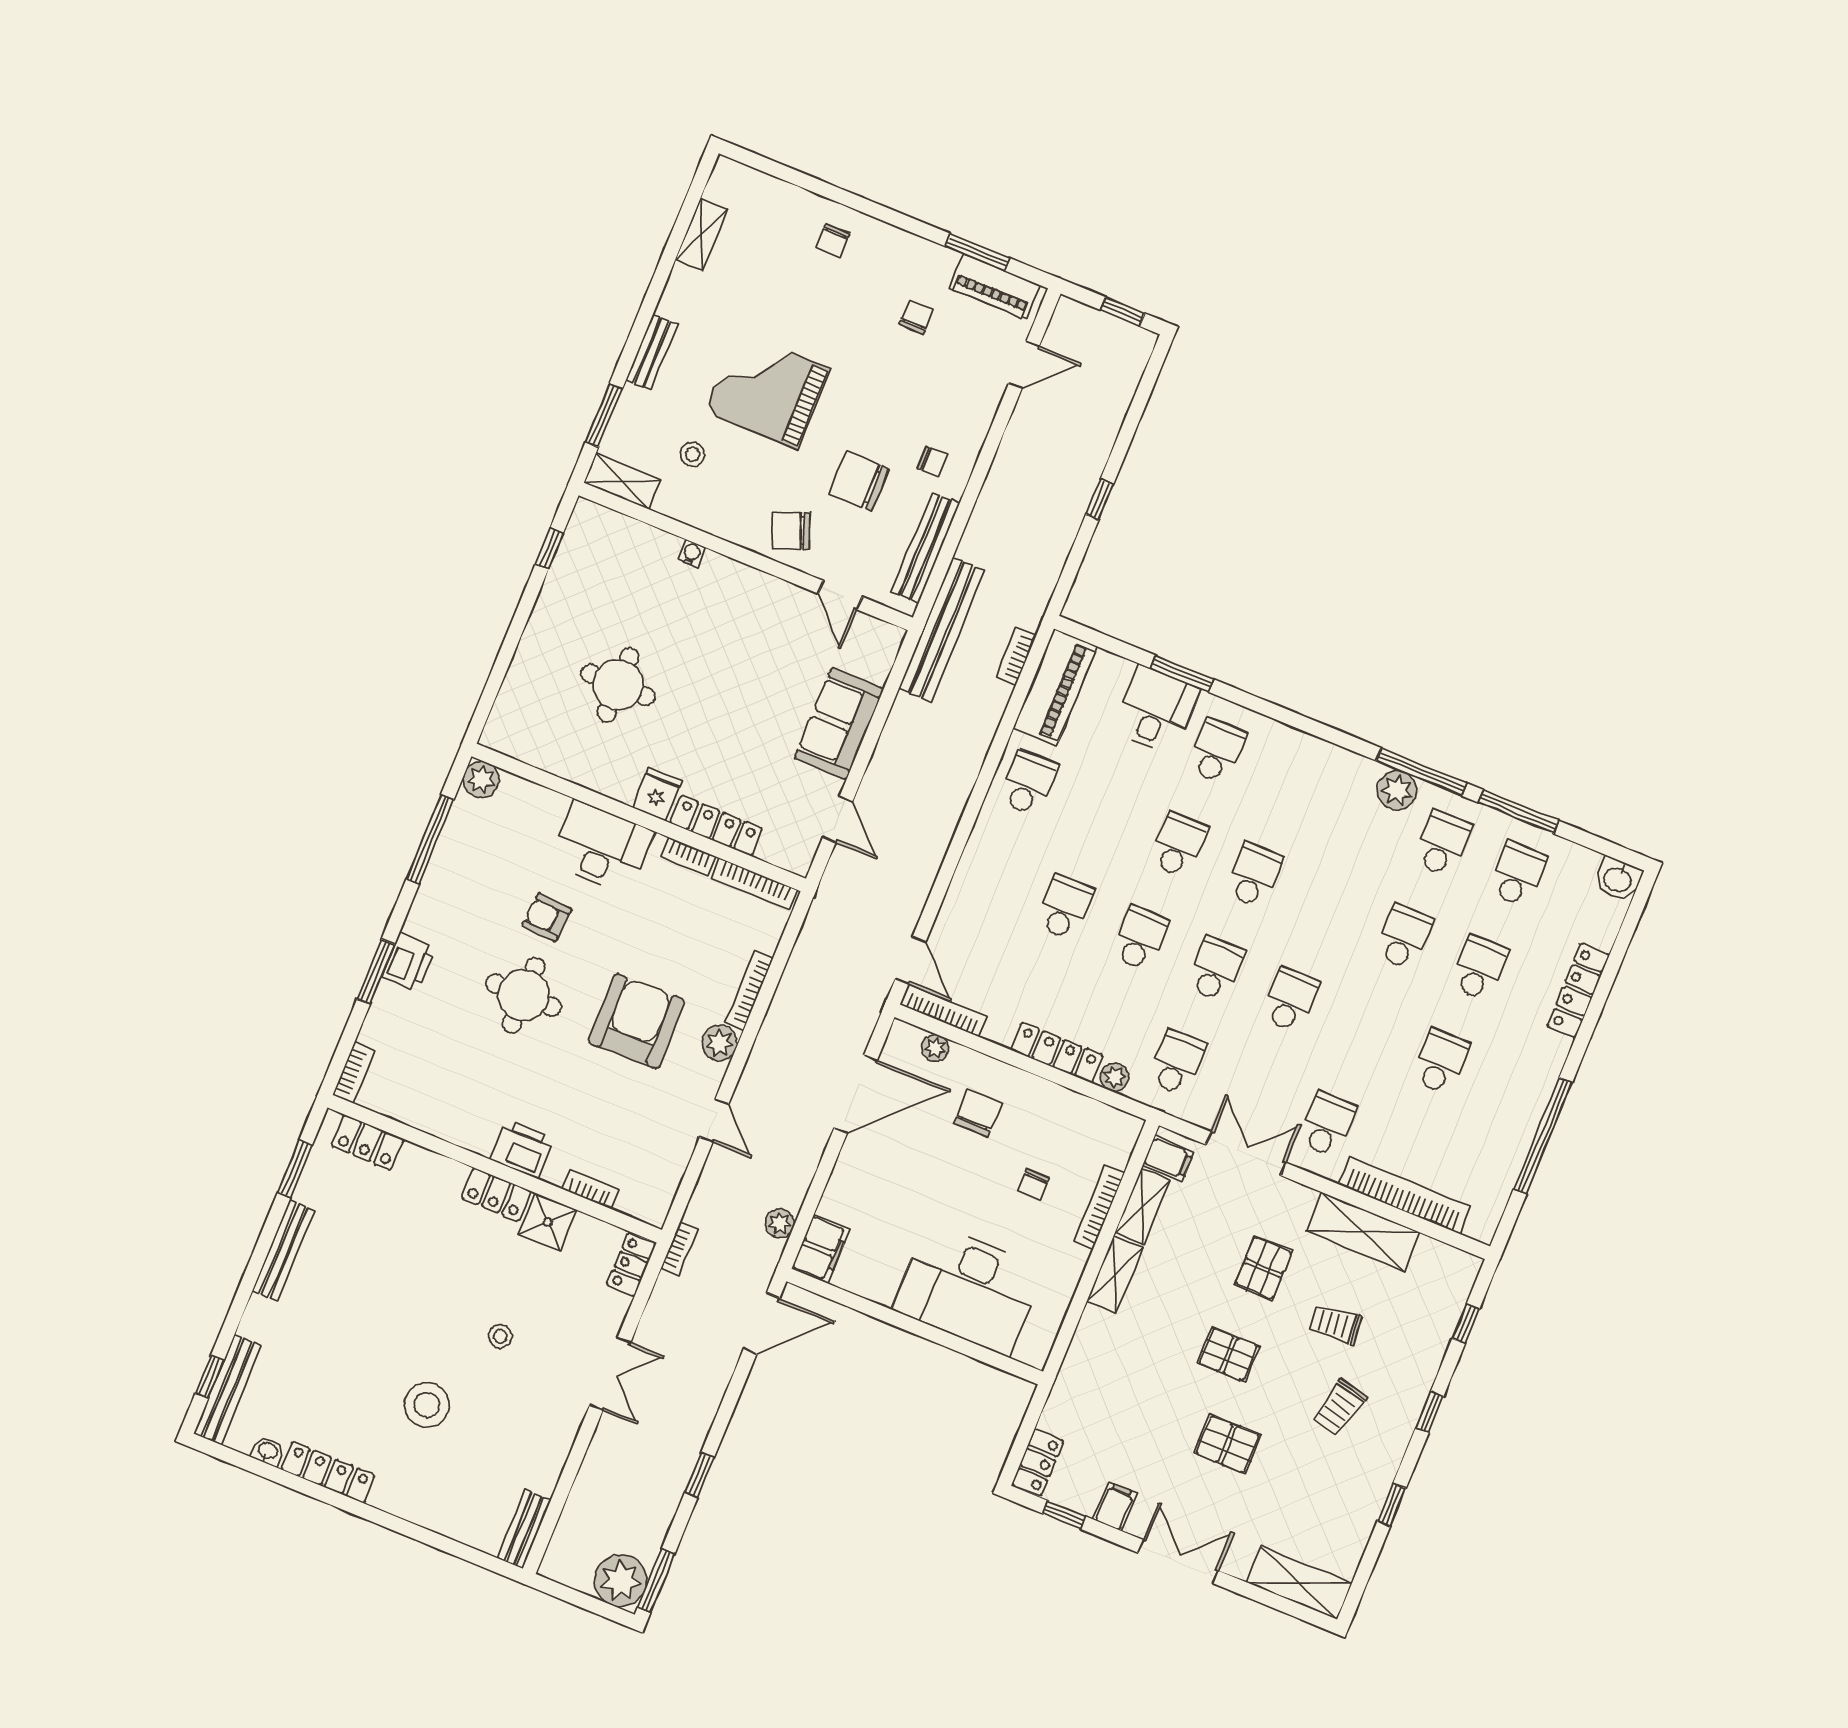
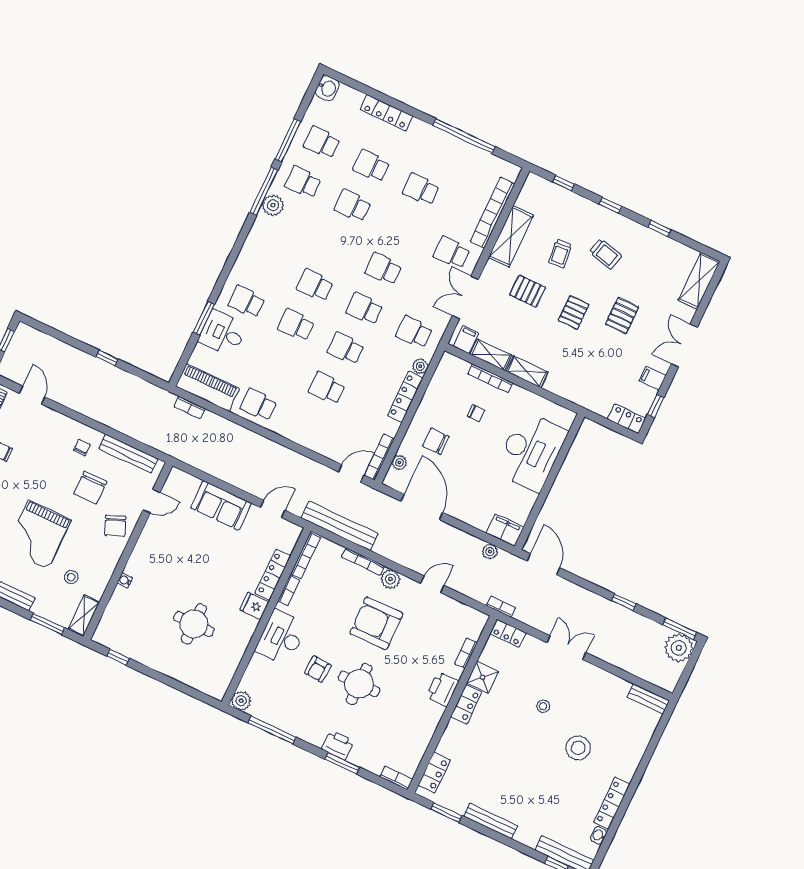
bench: (942, 629) -> (340, 526), moved

